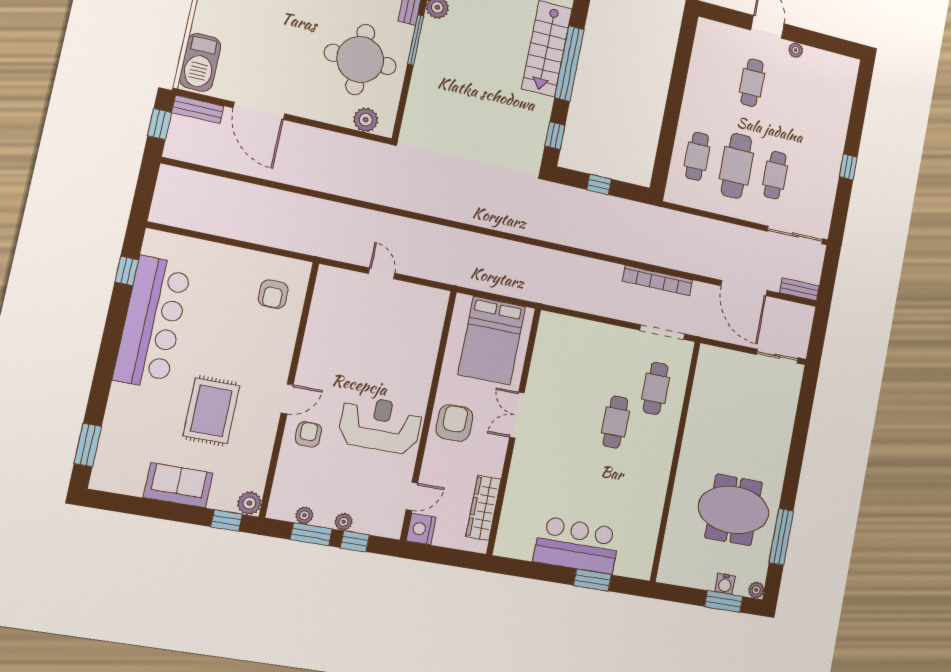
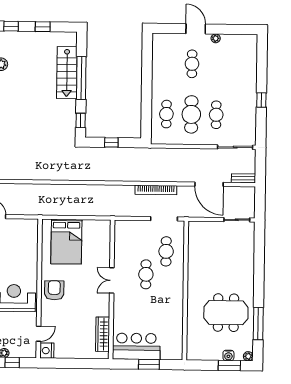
double door: (517, 415) -> (112, 280), moved
wall: (514, 431) -> (112, 289), moved
wardrobe: (483, 508) -> (103, 334), moved

